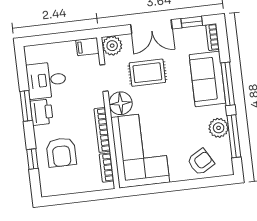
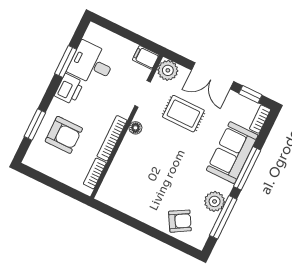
floor lamp: (121, 103) -> (135, 128), width x0.53, depth x0.53
window: (26, 106) -> (66, 61), moved
corner sofa: (140, 150) -> (134, 177), removed
armchair: (61, 152) -> (64, 135), turned -90
window: (32, 159) -> (35, 125), width x1.50

